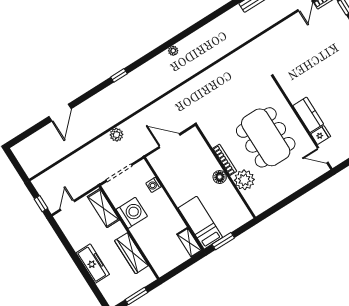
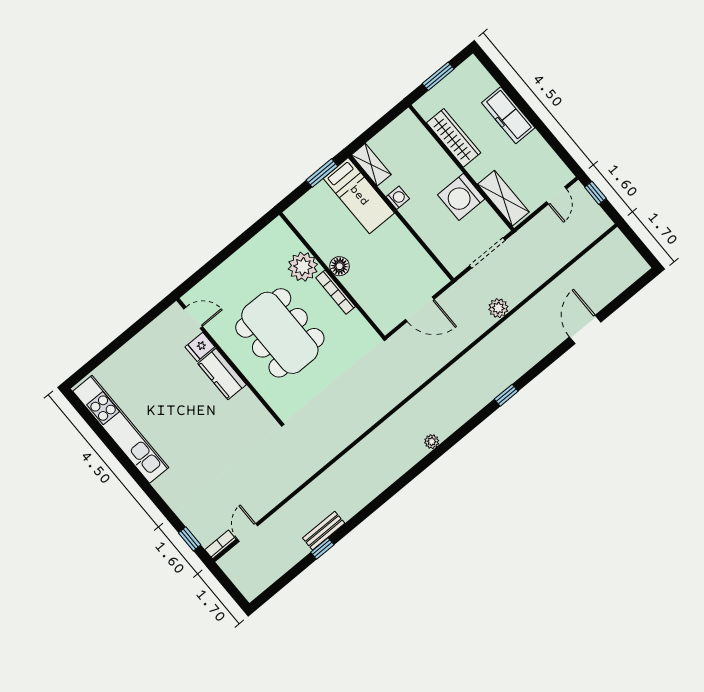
washing machine: (154, 185) -> (398, 198), moved

